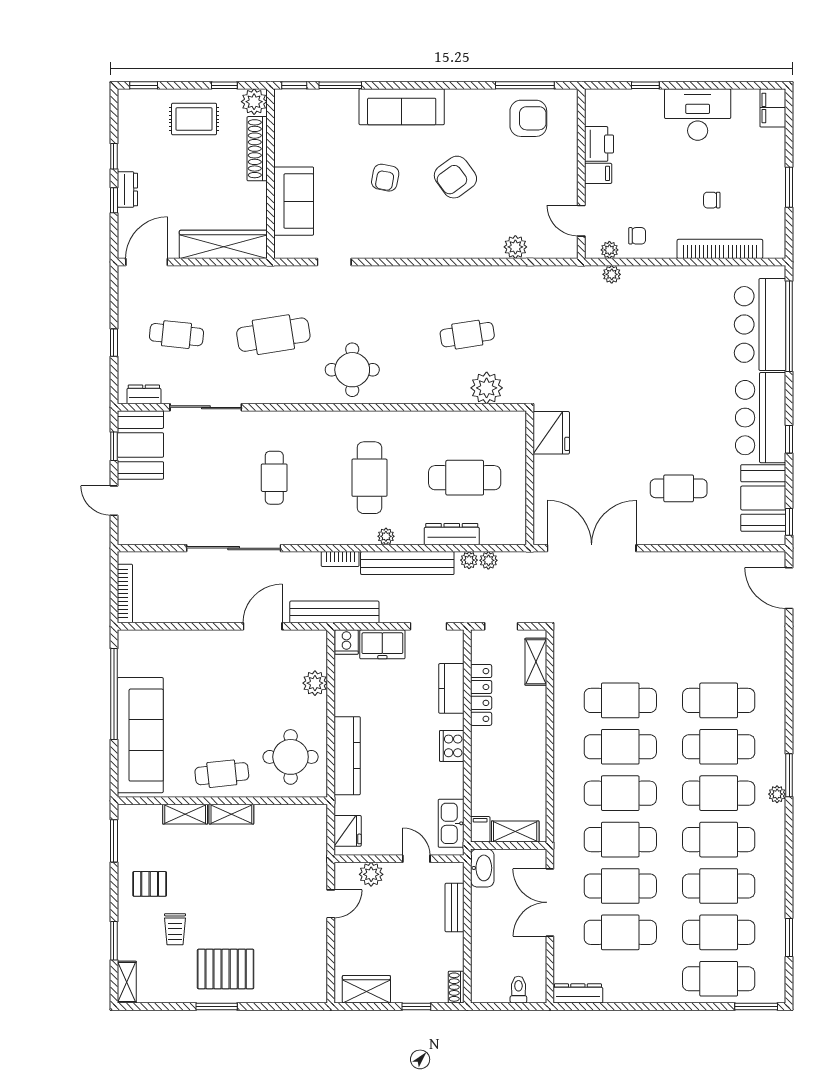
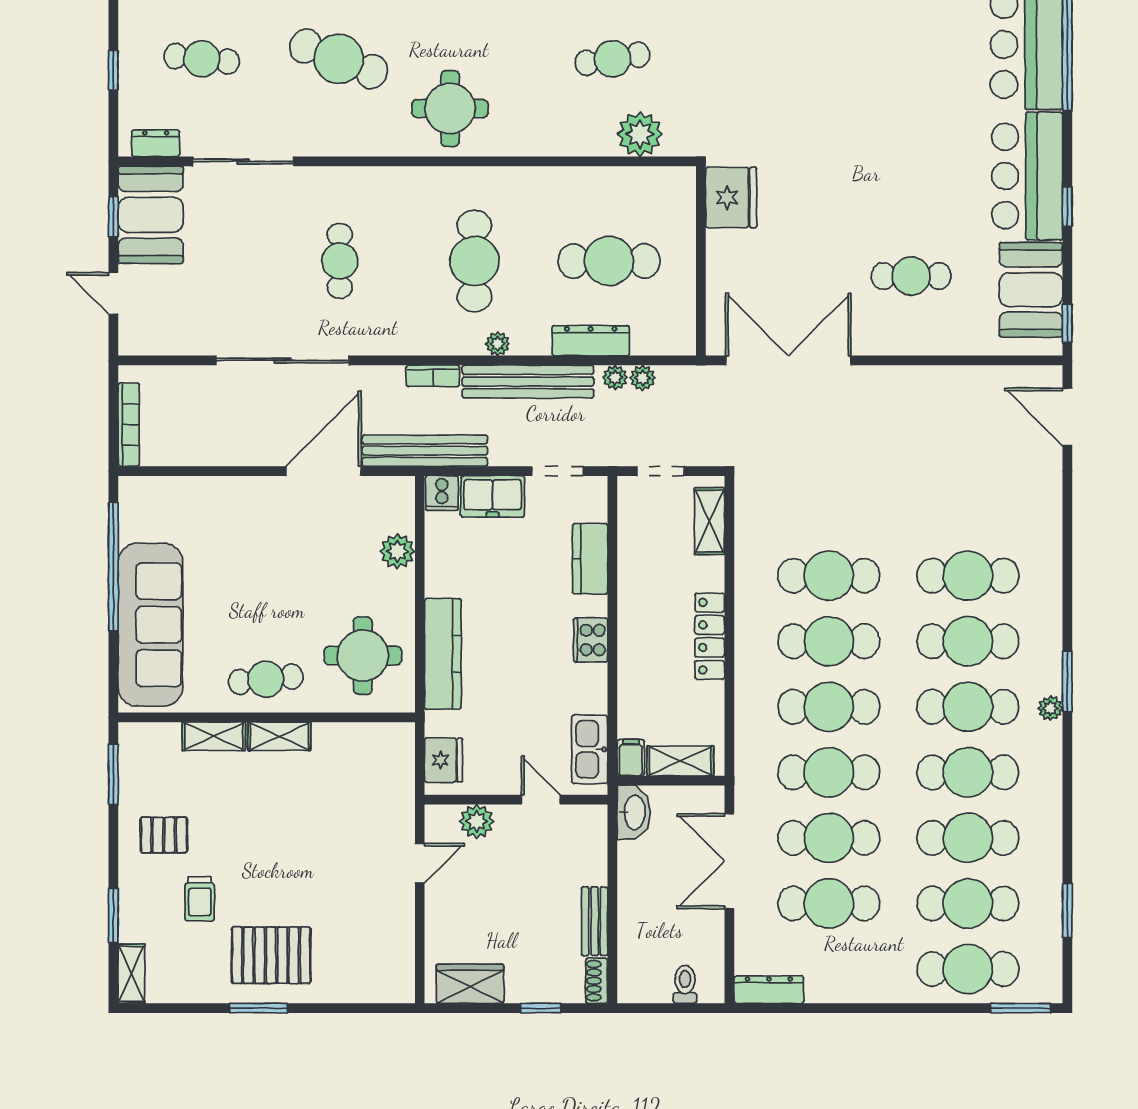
cafe table: (273, 335) -> (339, 59), turned 30
door: (263, 626) -> (323, 471), width x1.36
locker: (481, 695) -> (710, 636), moved, turned 180
bench: (454, 908) -> (595, 921), moved

